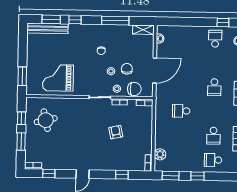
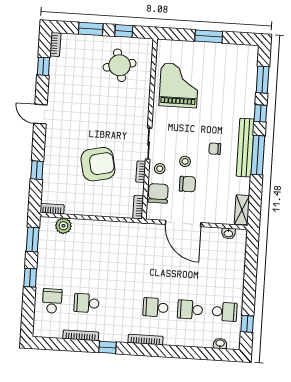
window: (115, 21) -> (258, 155), moved
bench: (48, 28) -> (245, 148), moved
window: (22, 76) -> (209, 36), moved
chair: (134, 89) -> (158, 193), turned 180
school desk: (181, 111) -> (190, 310), moved, turned -90
armchair: (116, 132) -> (98, 164), width x1.88, depth x1.88

